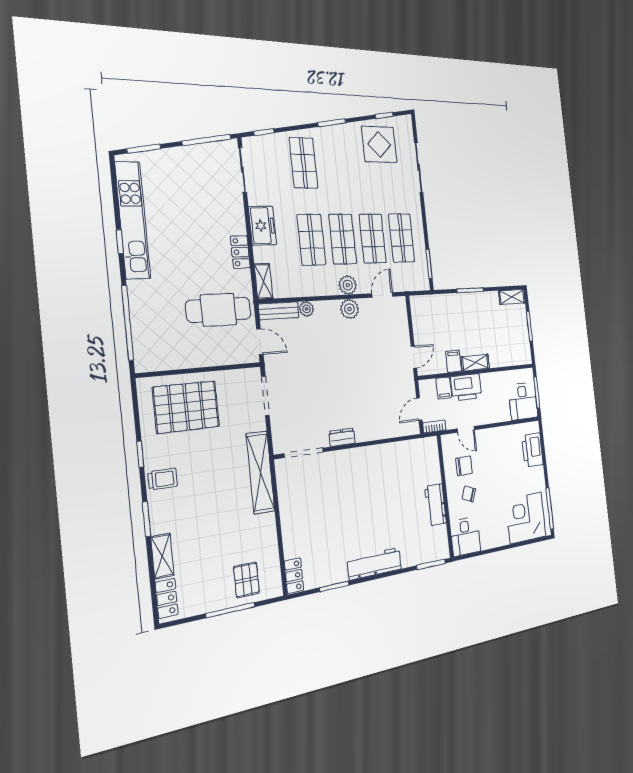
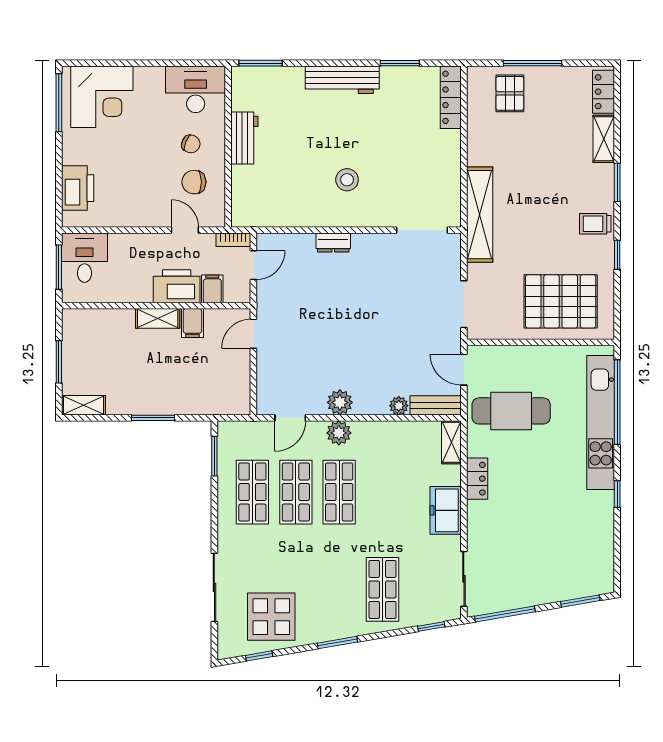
kitchen unit: (133, 220) -> (601, 423), moved
shop shelf: (311, 240) -> (383, 492), removed
dresser: (342, 437) -> (333, 243), moved
stool: (363, 485) -> (347, 180), added
desk: (465, 536) -> (196, 89), width x1.37
locker: (294, 576) -> (451, 97), width x1.53

